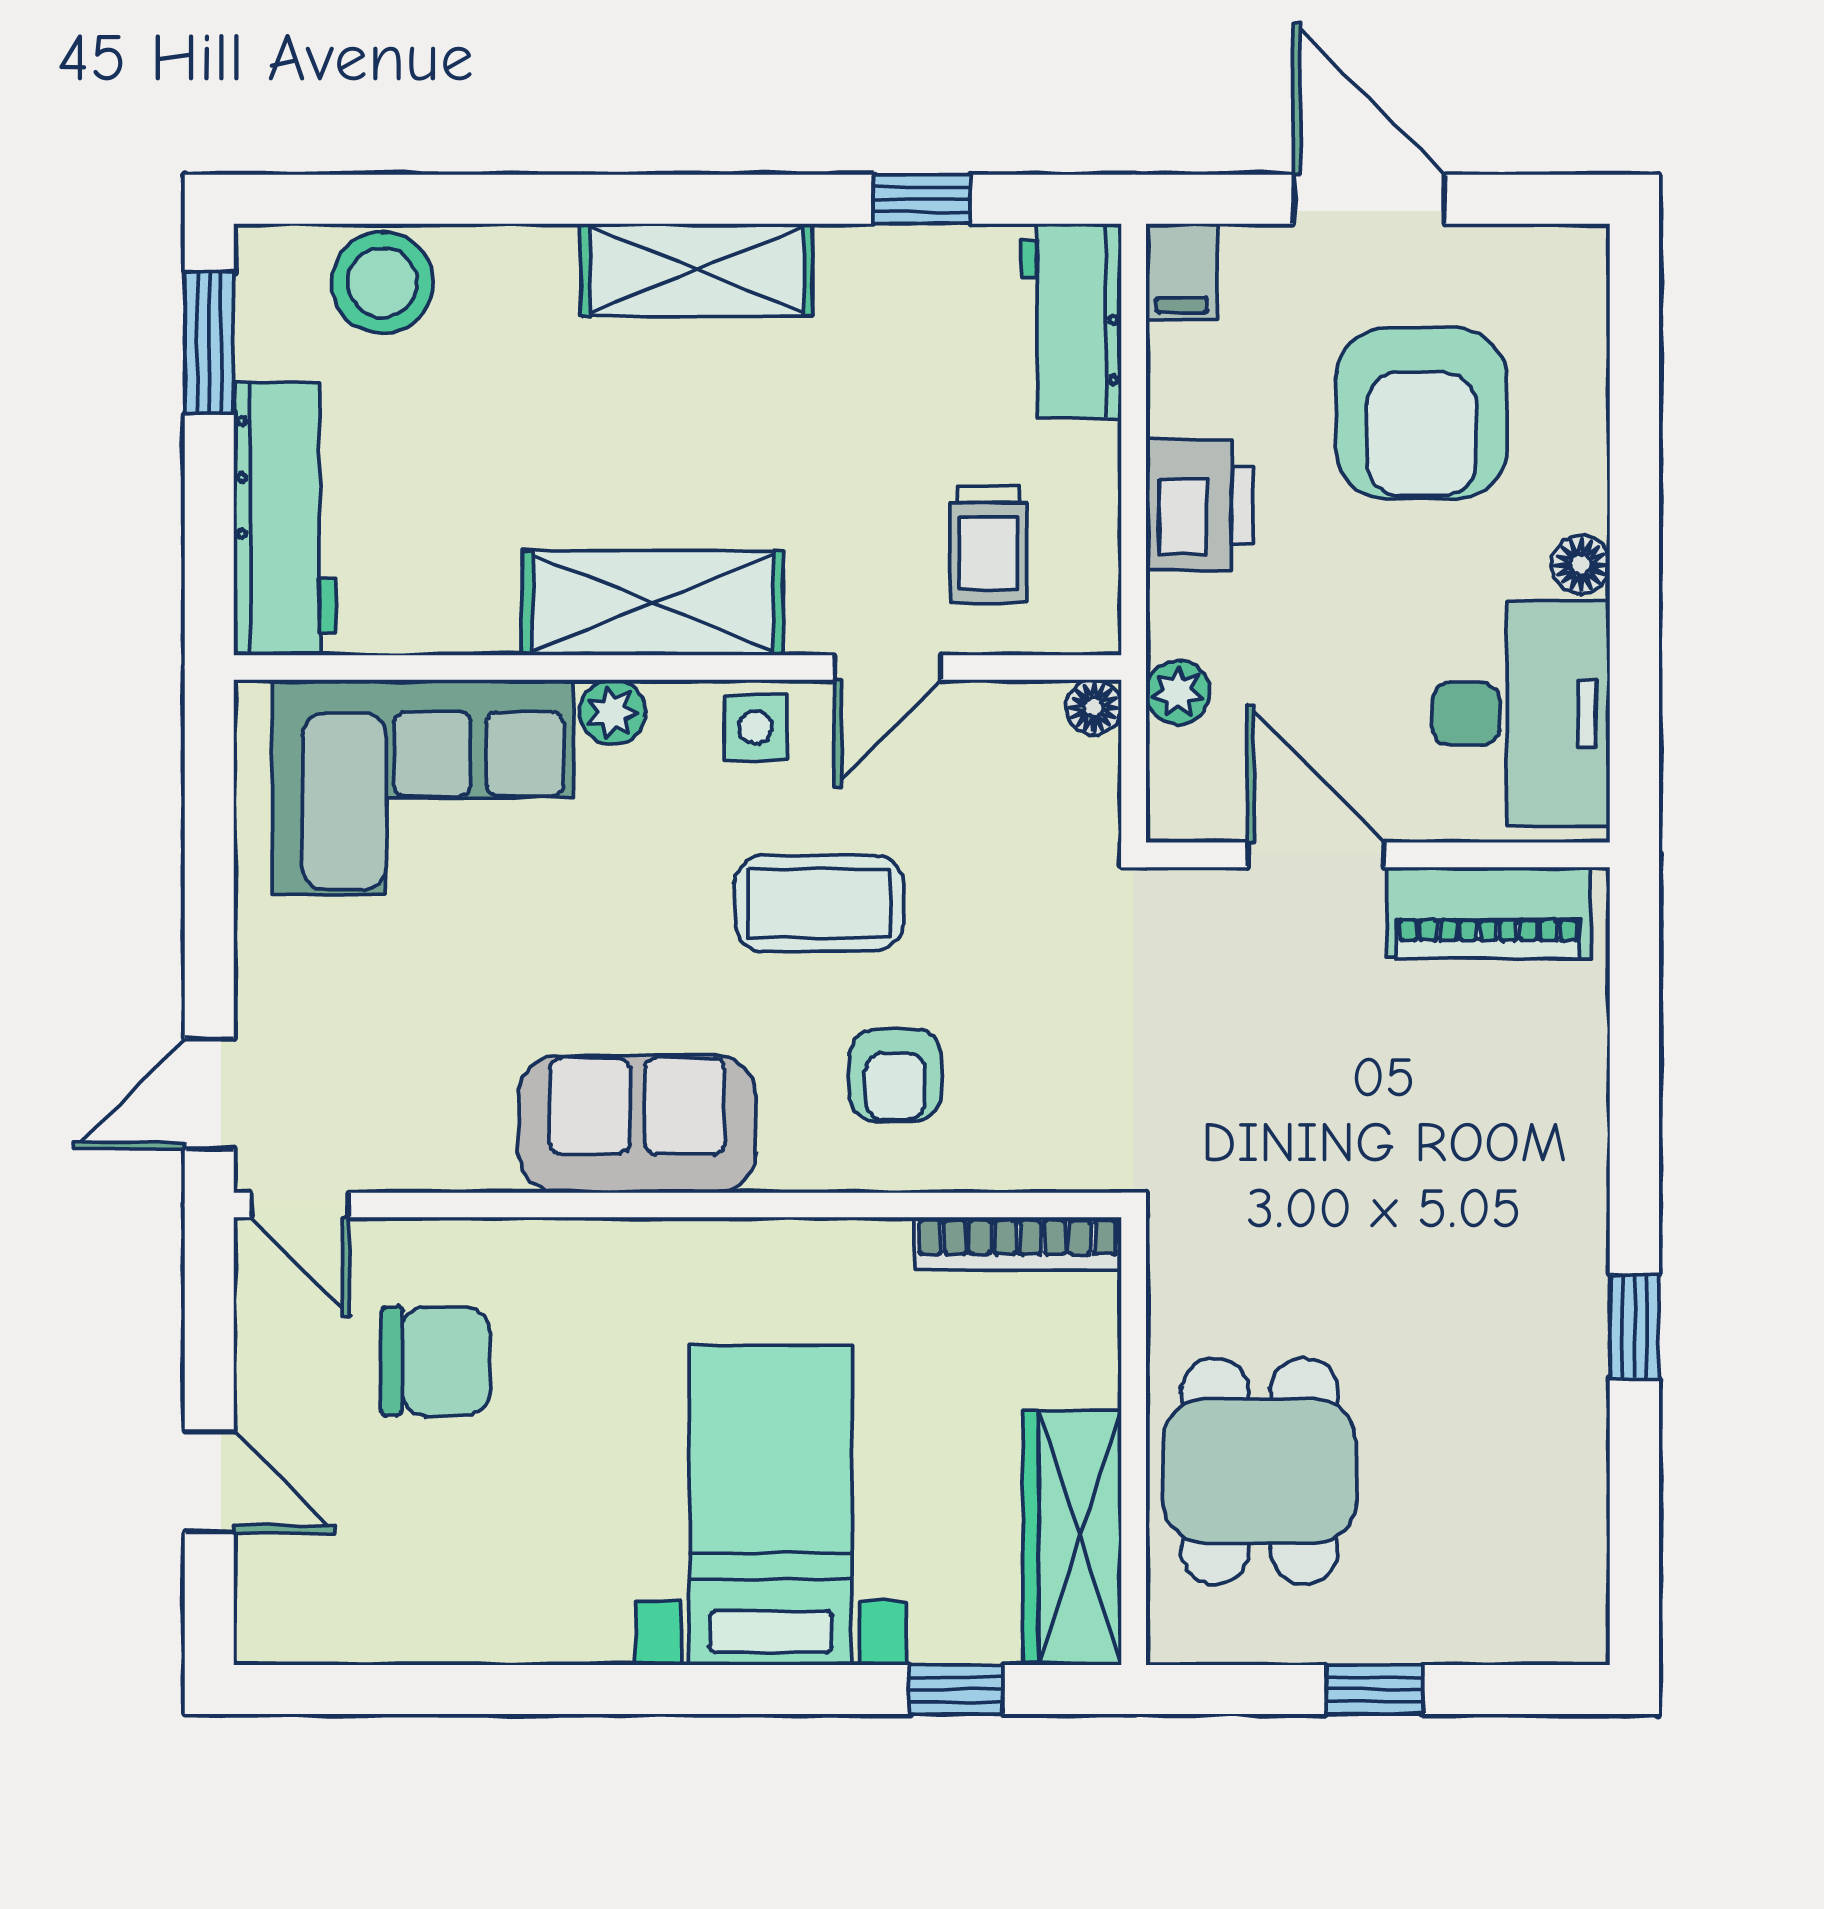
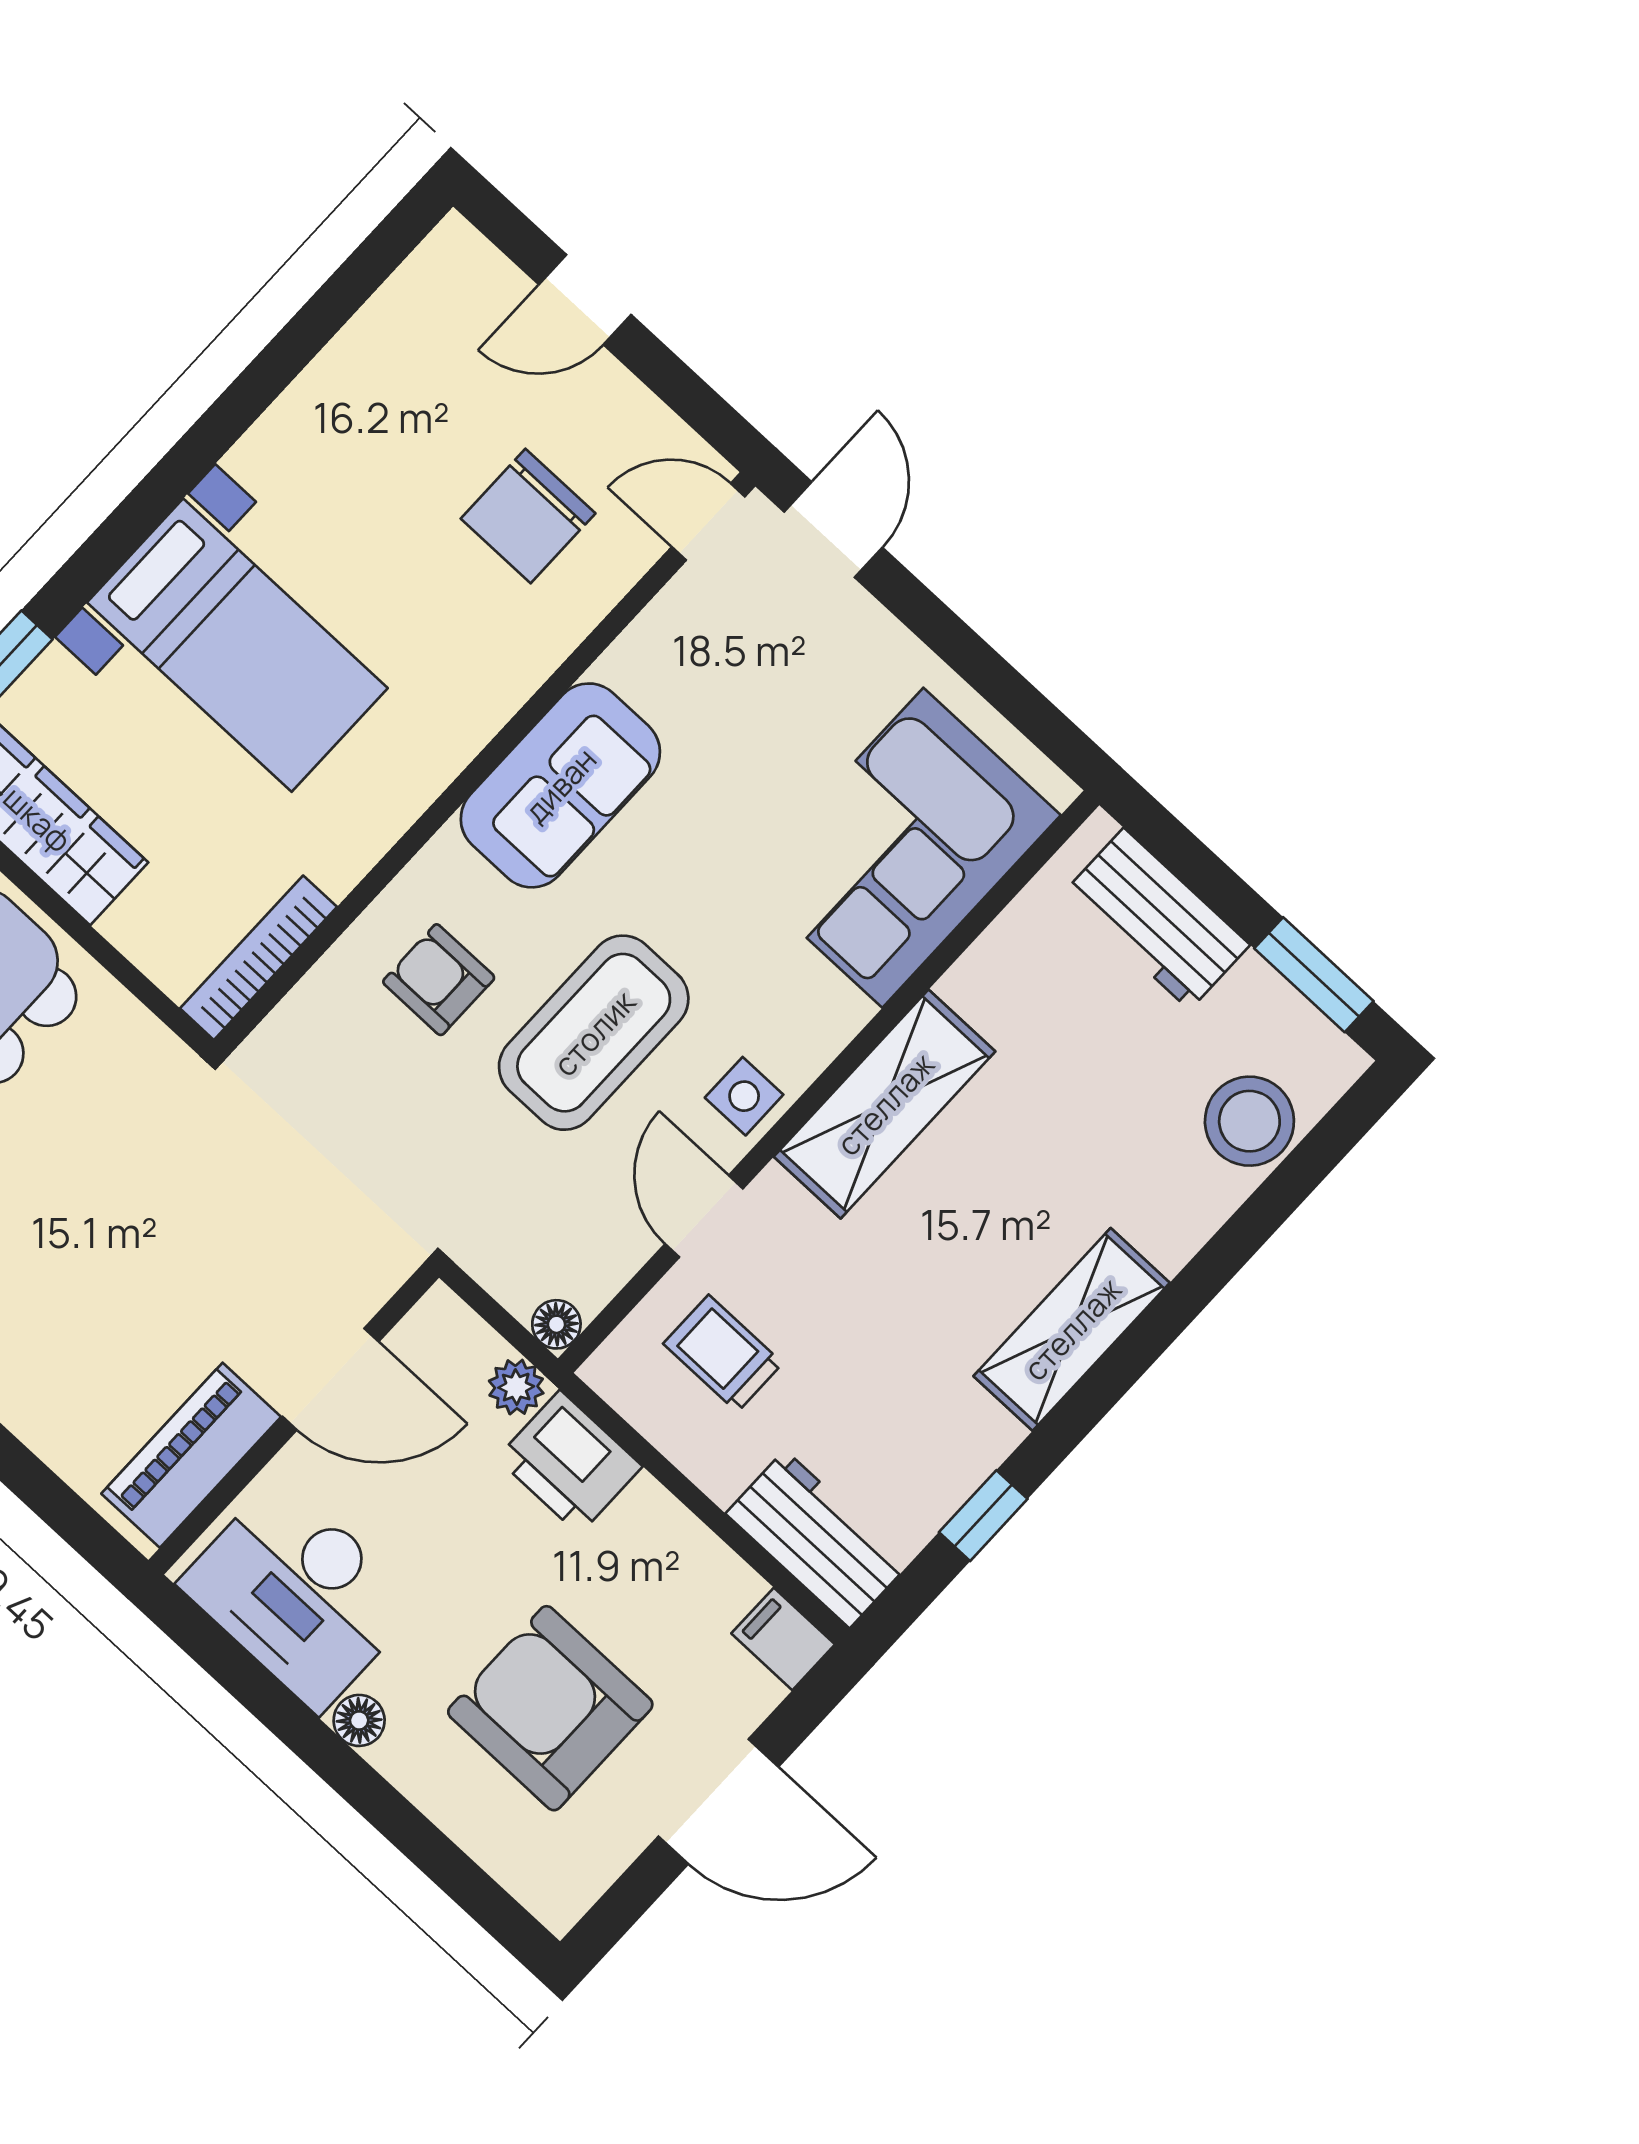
printer: (1200, 505) -> (570, 1462), moved
workbench: (285, 518) -> (1157, 919), width x0.73
plant: (613, 712) -> (838, 1014), removed
coffee table: (819, 903) -> (594, 1033), width x1.36, depth x1.32

